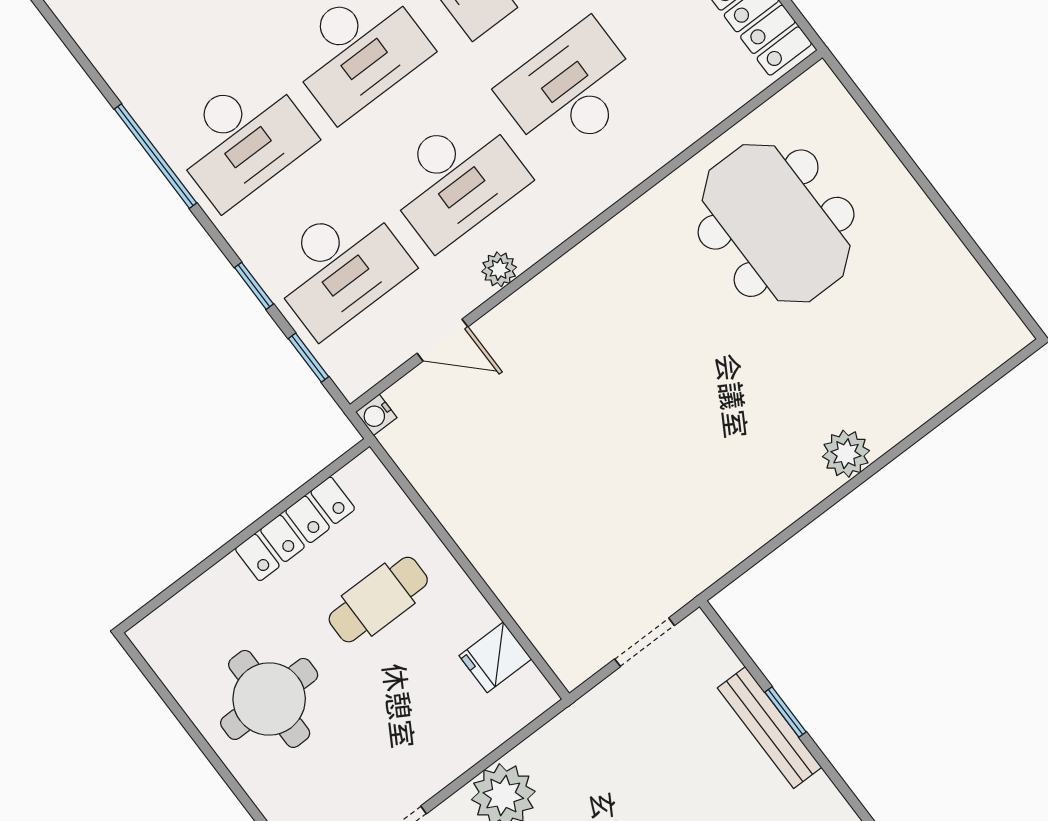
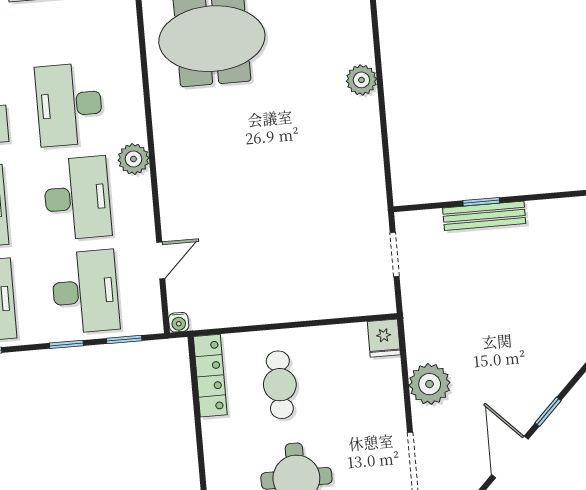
plant: (499, 269) -> (134, 159), moved, width x1.38, depth x1.38
locker: (295, 529) -> (210, 376), moved
fridge: (495, 657) -> (384, 338), moved

